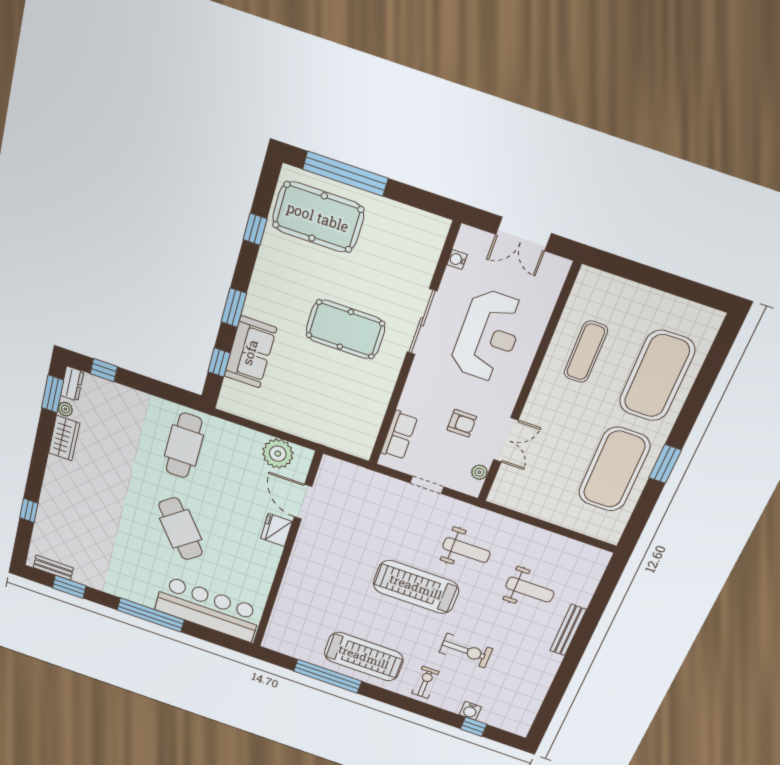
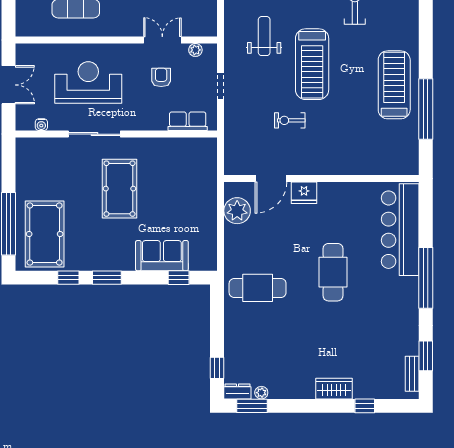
window: (234, 308) -> (107, 278), moved
wardrobe: (64, 438) -> (334, 389), moved
cafe table: (181, 529) -> (333, 272), turned -52
exercise bike: (425, 682) -> (290, 120), moved

